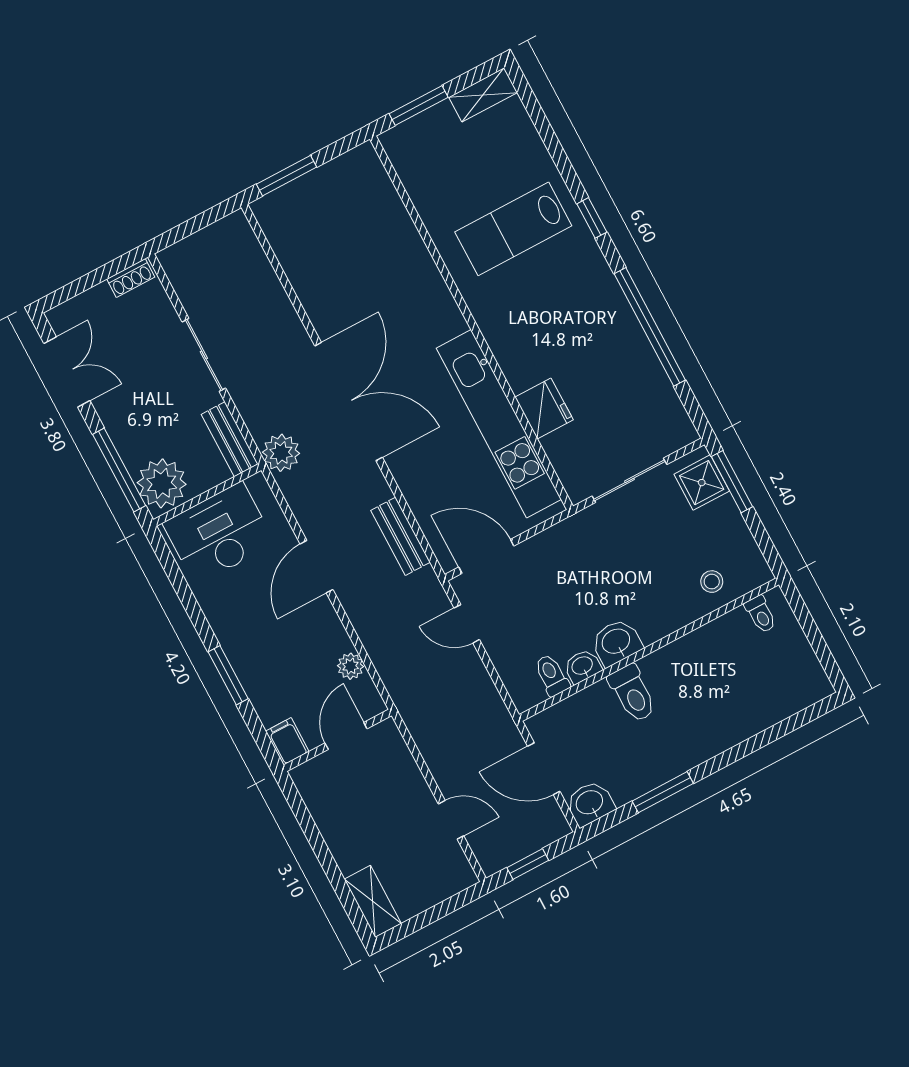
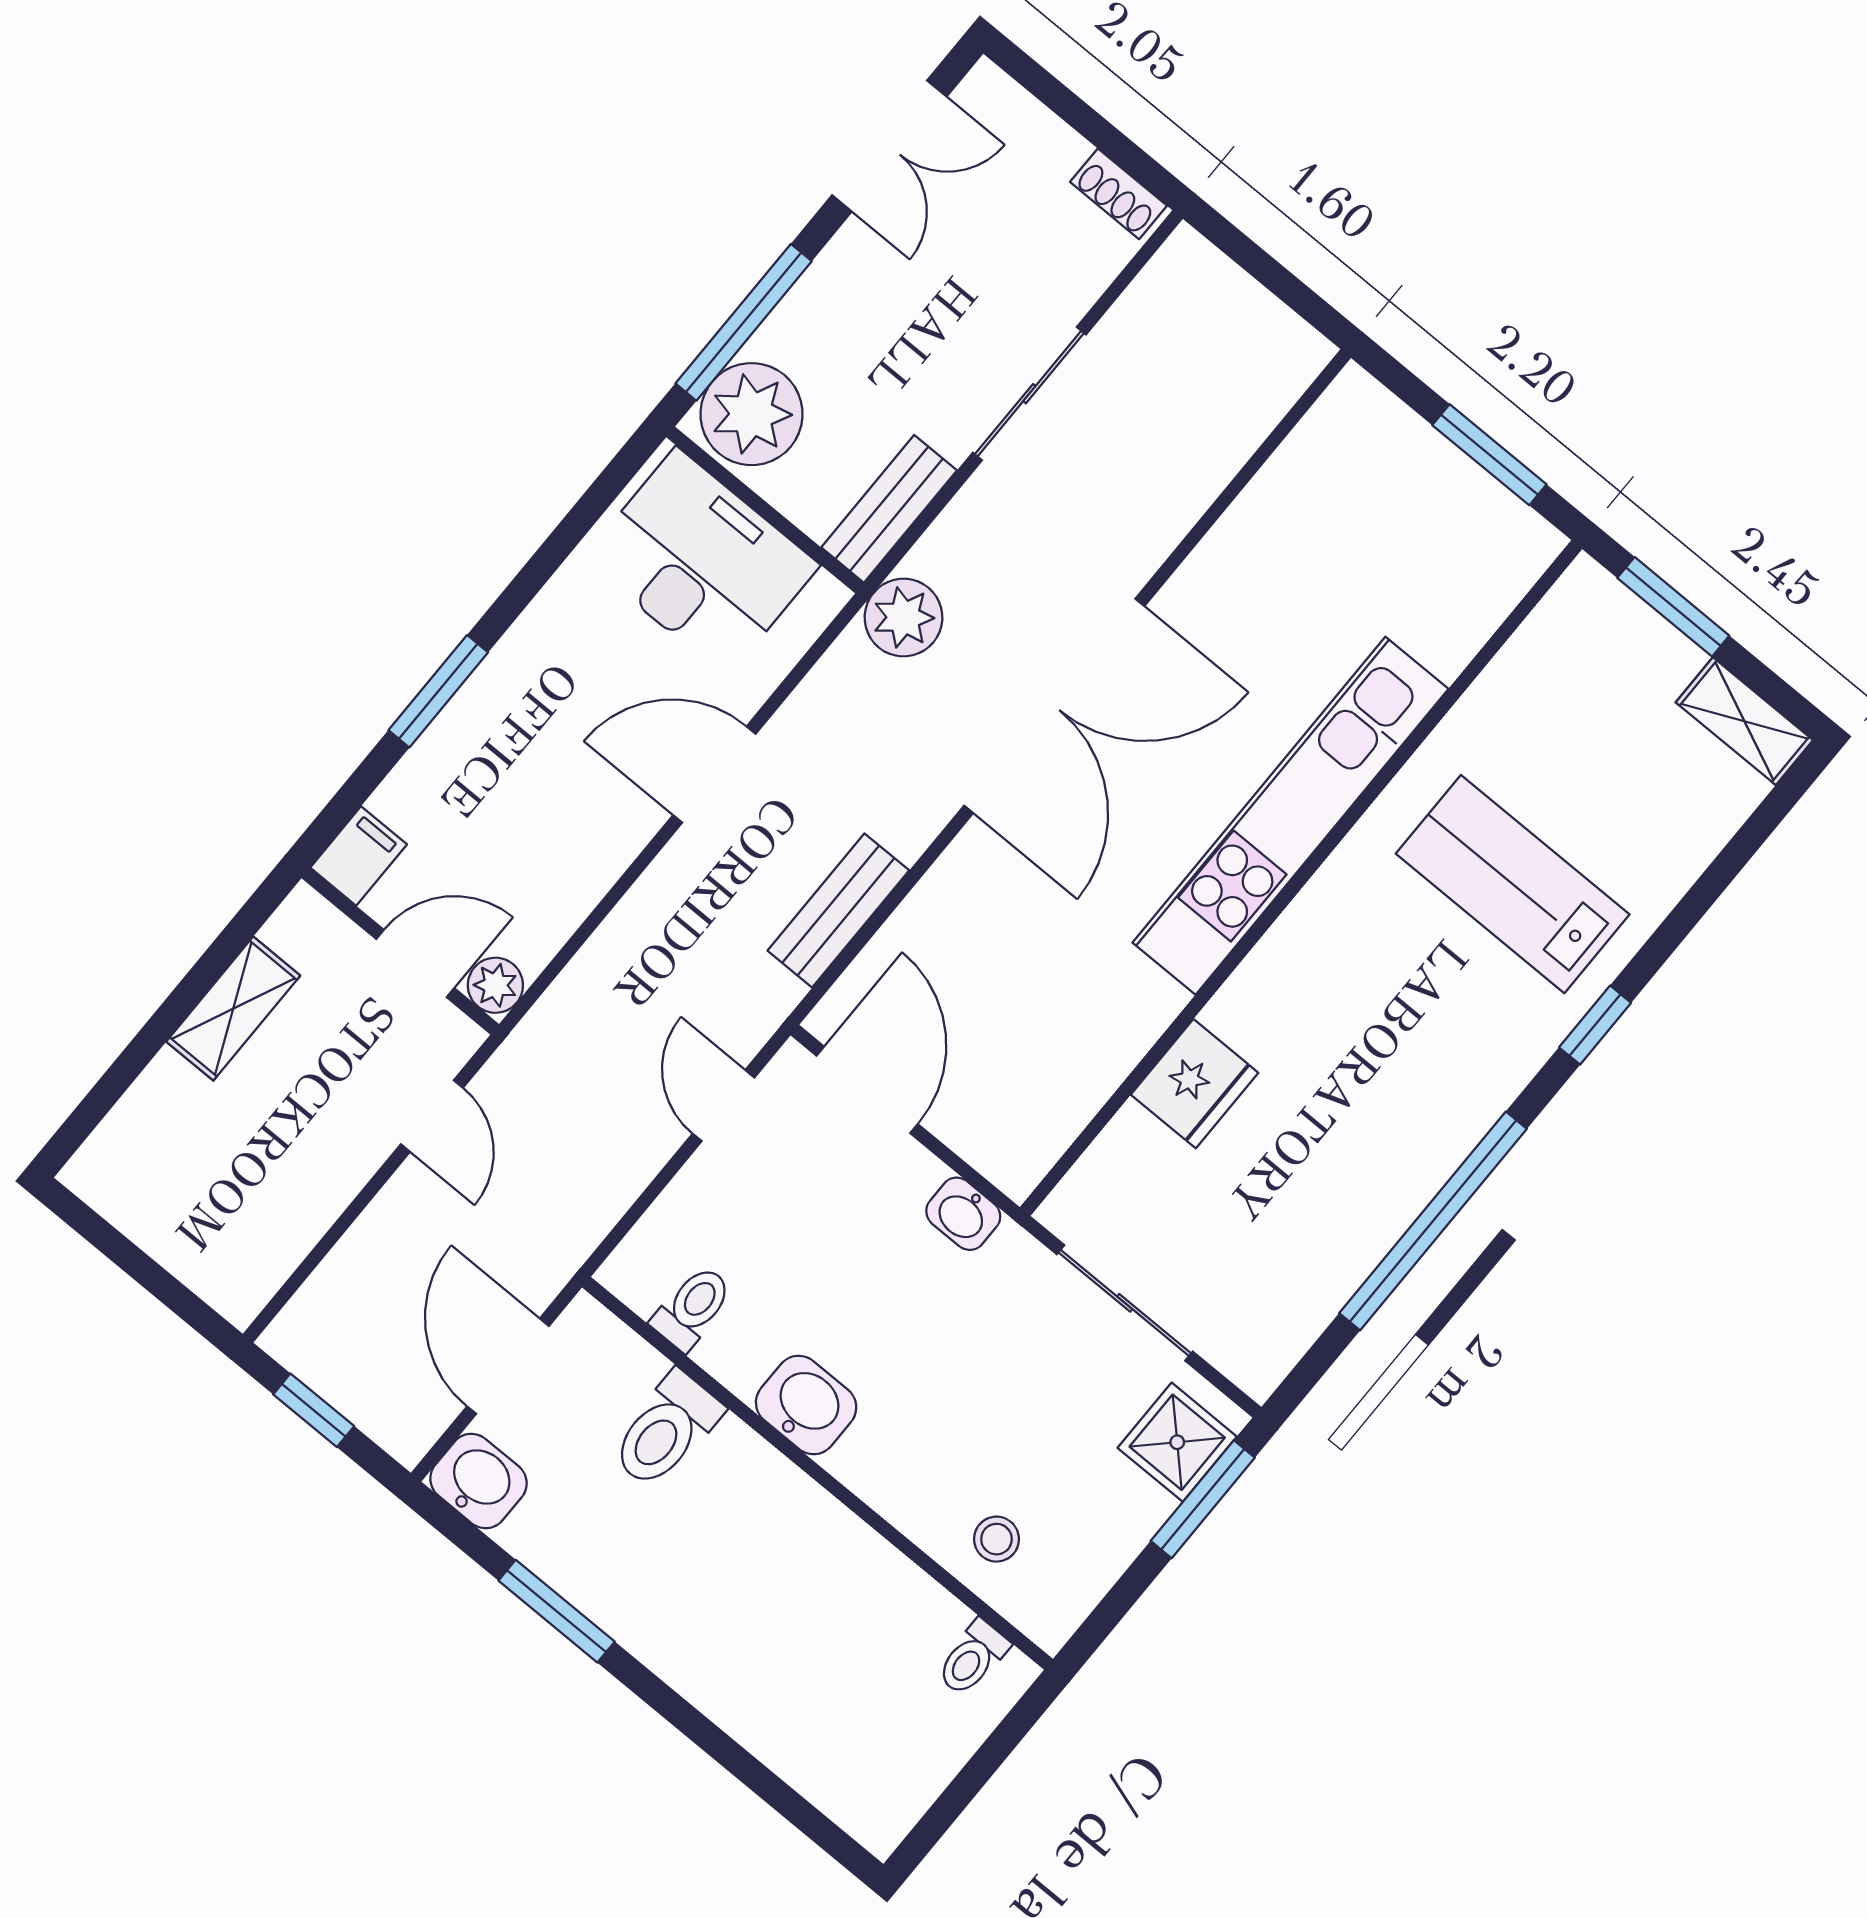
window: (287, 176) -> (1489, 455), moved
kitchen unit: (499, 424) -> (1290, 816), moved
plant: (351, 666) -> (495, 985), moved
washbasin: (582, 666) -> (963, 1214), moved, turned 180
toilet: (632, 693) -> (666, 1430), moved
door: (451, 820) -> (432, 1116), moved
shelving: (373, 901) -> (233, 1009), moved

